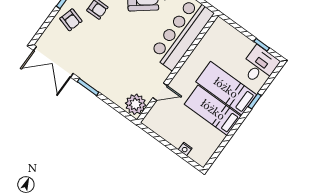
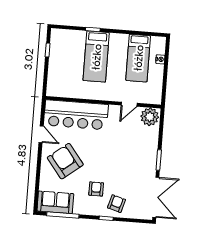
desk: (259, 66) -> (64, 42), removed
door: (160, 92) -> (129, 104), swing flipped
bed: (213, 110) -> (138, 58), moved

